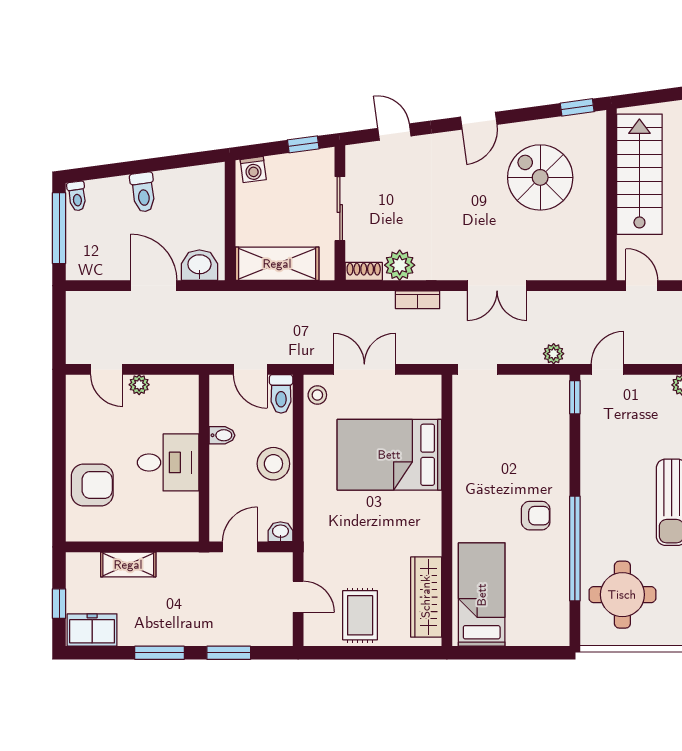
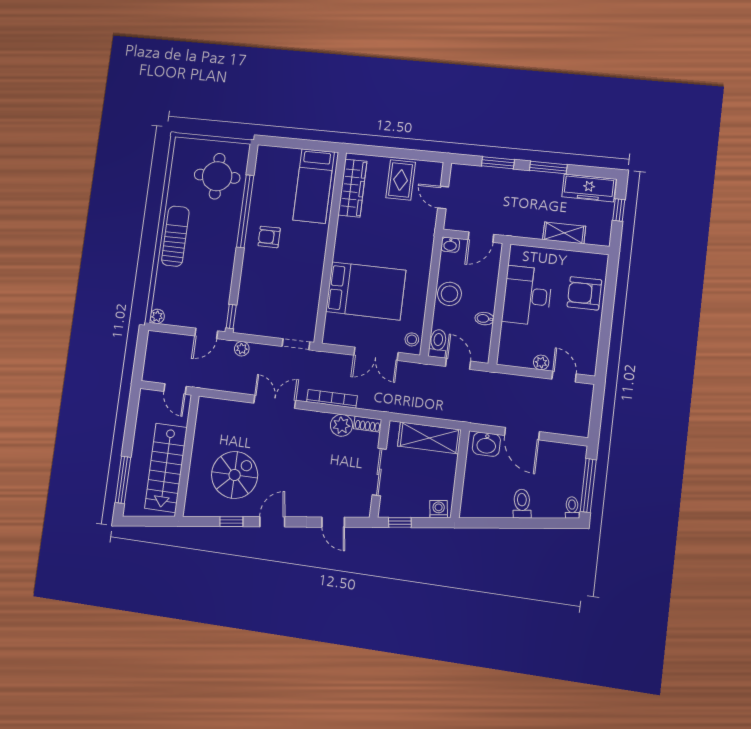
window: (577, 107) -> (231, 522), moved
spiral stairs: (540, 177) -> (235, 475), turned -90
bookcase: (418, 300) -> (332, 399), width x1.56
desk: (168, 462) -> (527, 296), width x1.37
freezer: (92, 630) -> (589, 188), width x1.40

